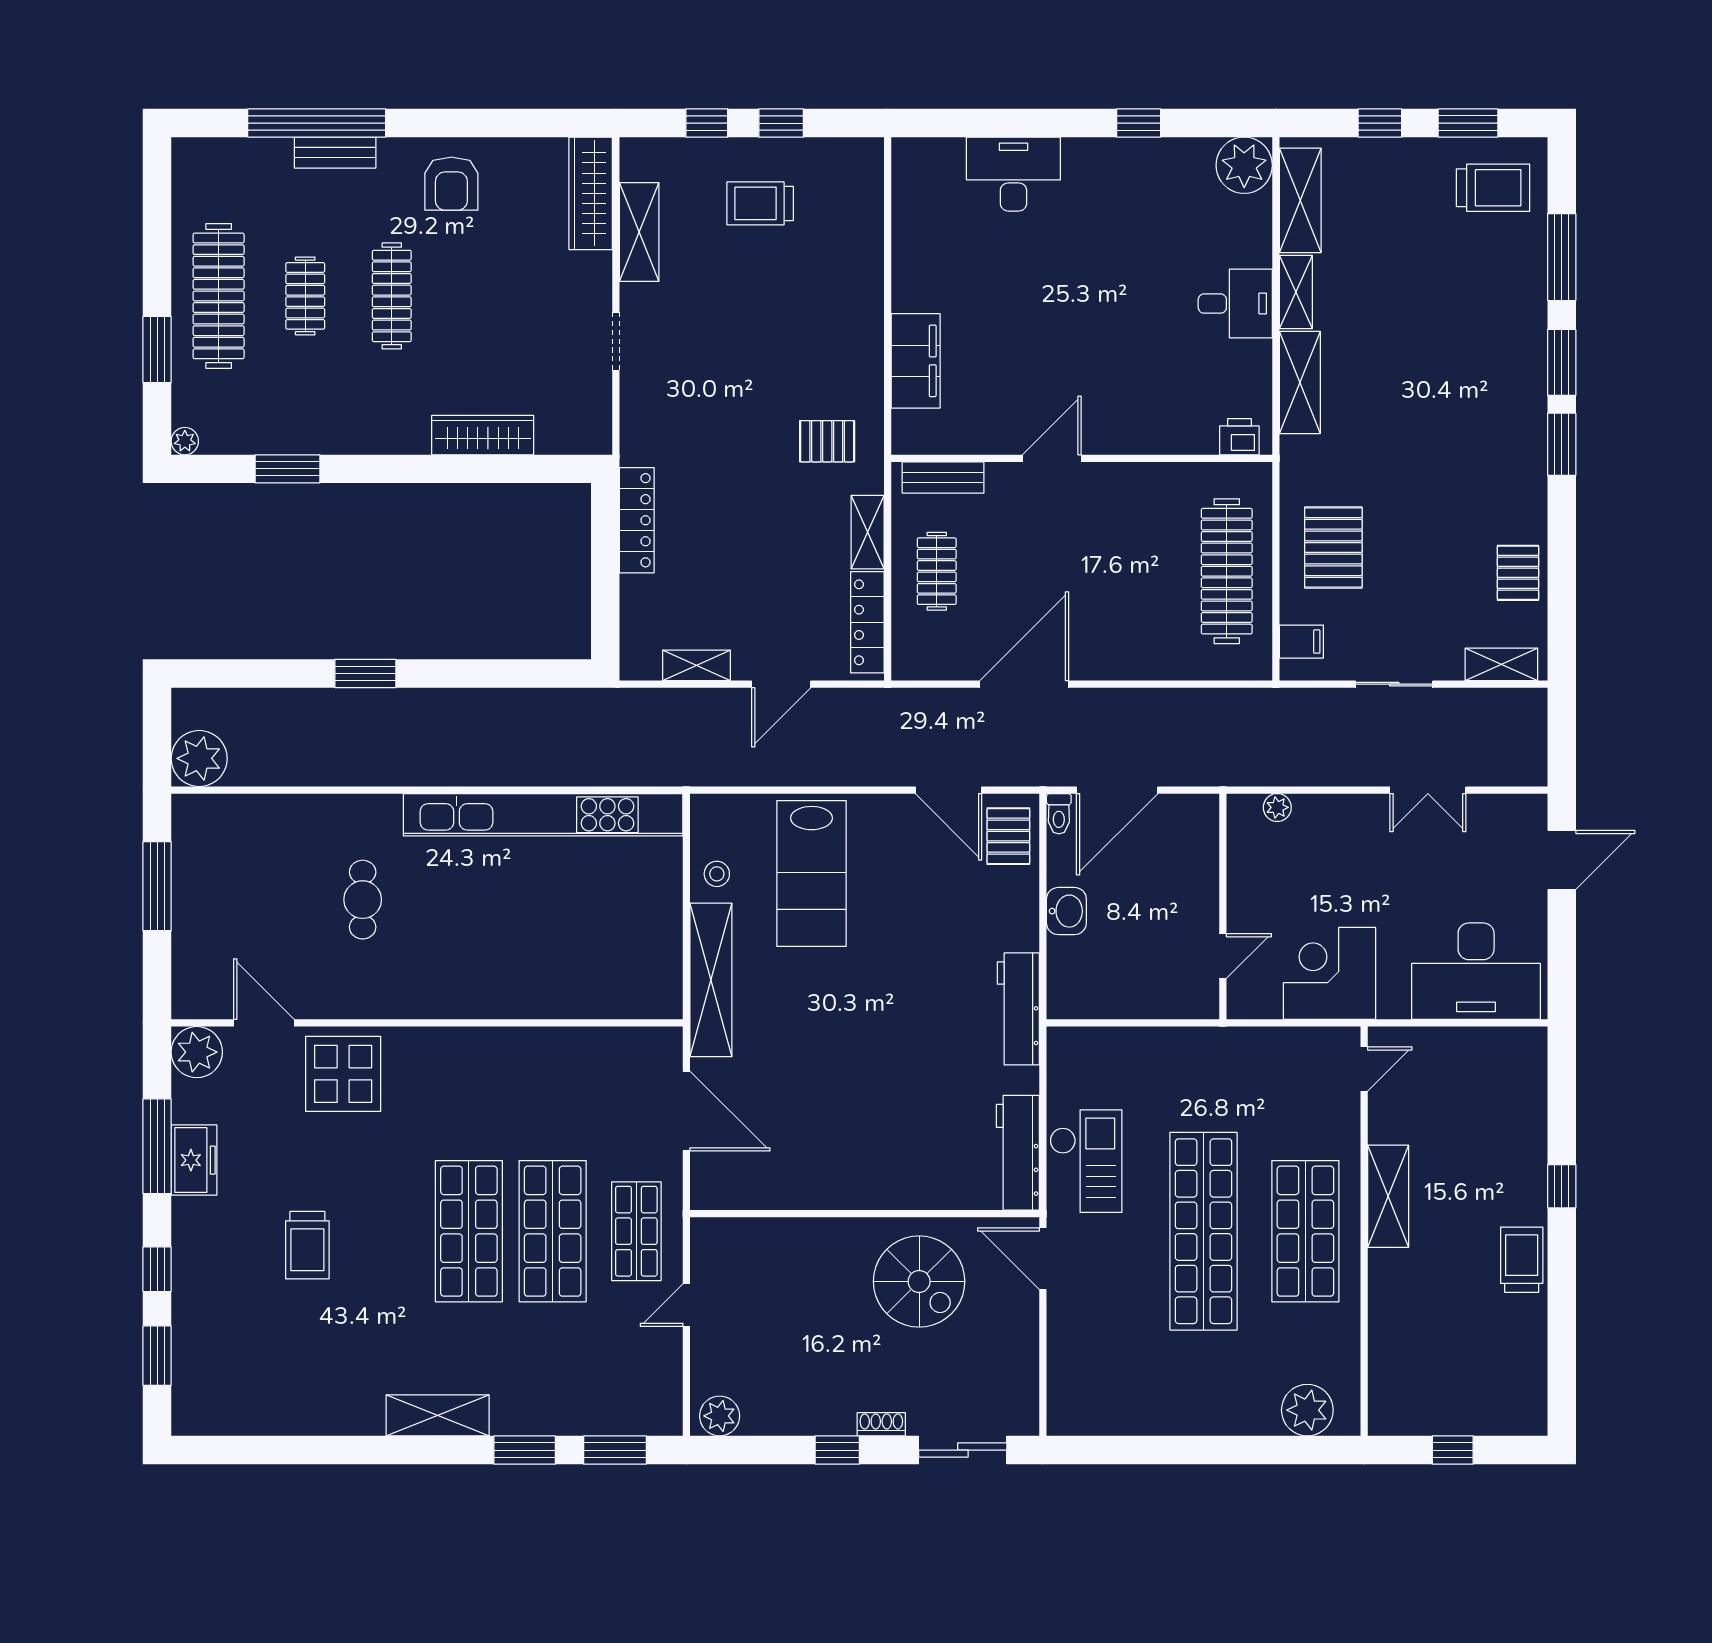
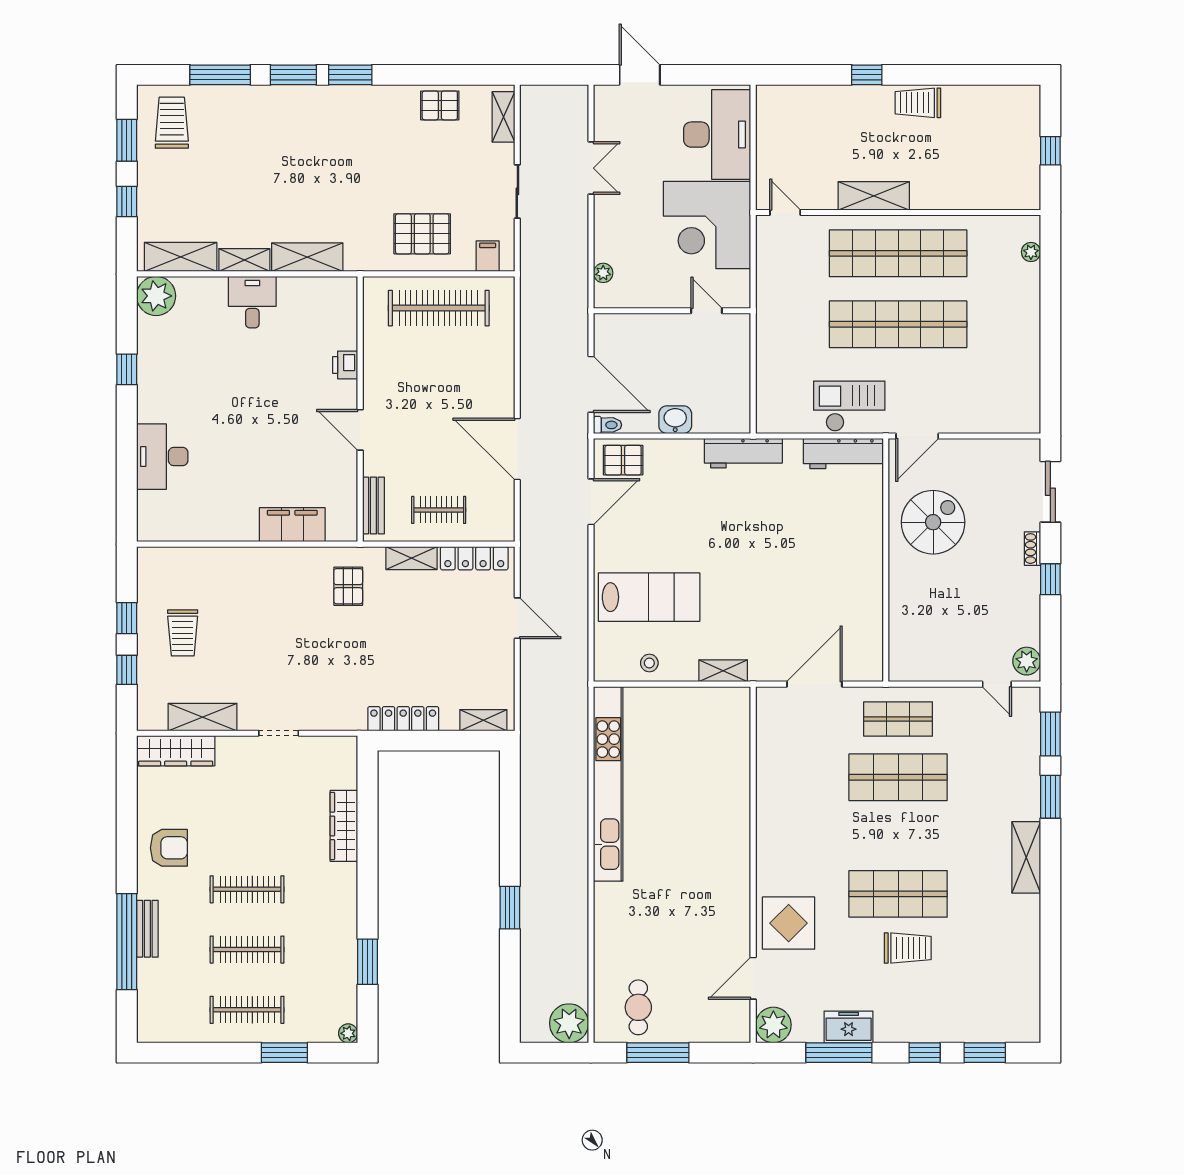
clothes rail: (219, 296) -> (247, 1010), width x0.73, depth x0.76
clothes rail: (305, 296) -> (247, 950), width x1.36
printer: (1239, 437) -> (345, 365), moved
shelving: (696, 665) -> (483, 720), moved, turned 90
cafe table: (363, 900) -> (638, 1007), moved, turned 90
corner desk: (1330, 973) -> (707, 225), width x1.36, depth x1.36
shelving: (711, 980) -> (723, 671), width x0.45, depth x0.75
shop shelf: (469, 1231) -> (898, 894), moved
shop shelf: (1305, 1231) -> (898, 253), width x1.40
door: (686, 1305) -> (997, 684), moved
plant: (1307, 1410) -> (1031, 252), width x0.53, depth x0.53

